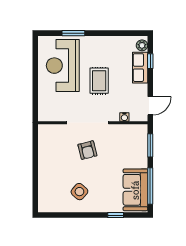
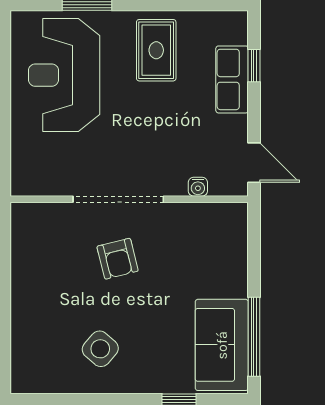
plant: (142, 45) -> (236, 31), removed
rug: (99, 81) -> (156, 50), moved
door: (150, 106) -> (254, 163), hinge flipped
window: (150, 145) -> (254, 249), removed

